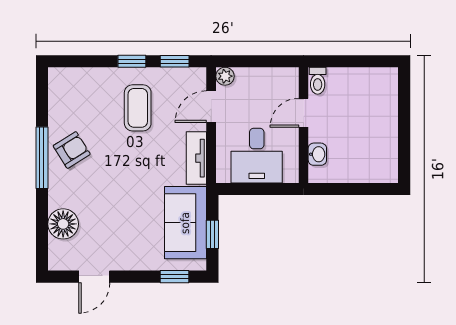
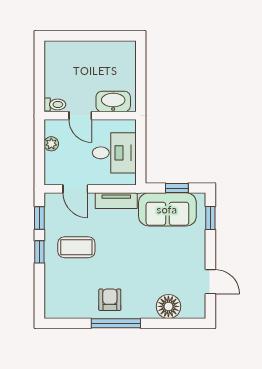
plant: (225, 76) -> (51, 144), moved
armchair: (72, 150) -> (110, 300), turned 32
washbasin: (317, 154) -> (113, 101), width x1.91, depth x1.45

